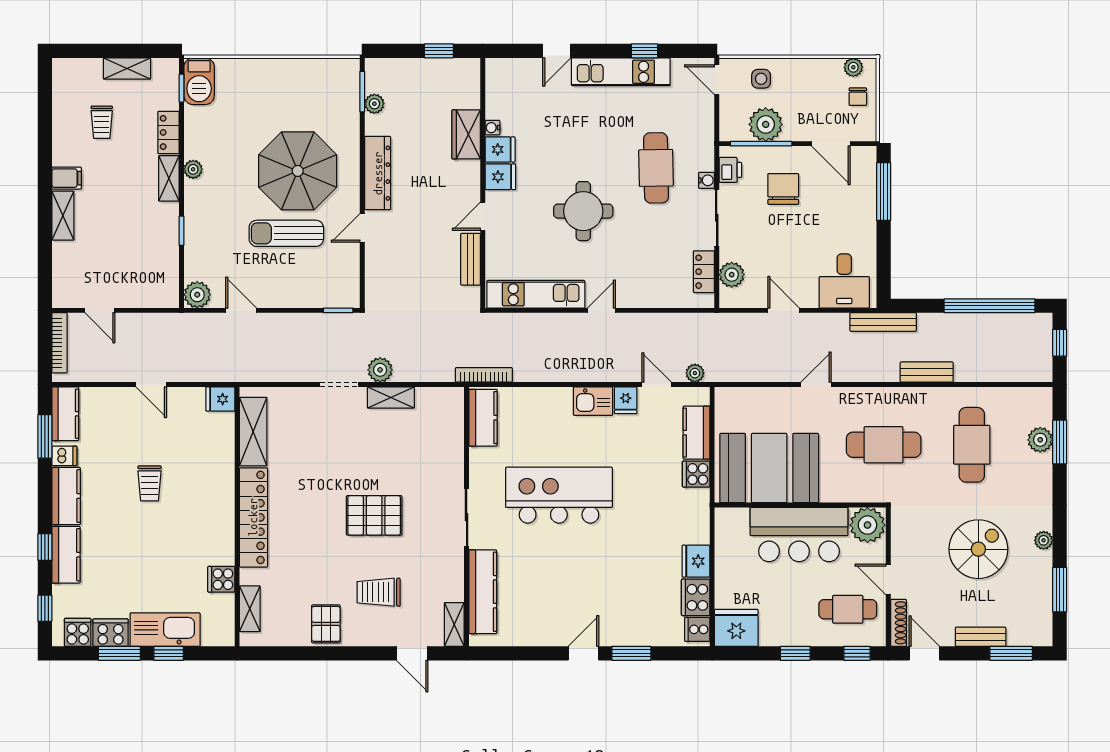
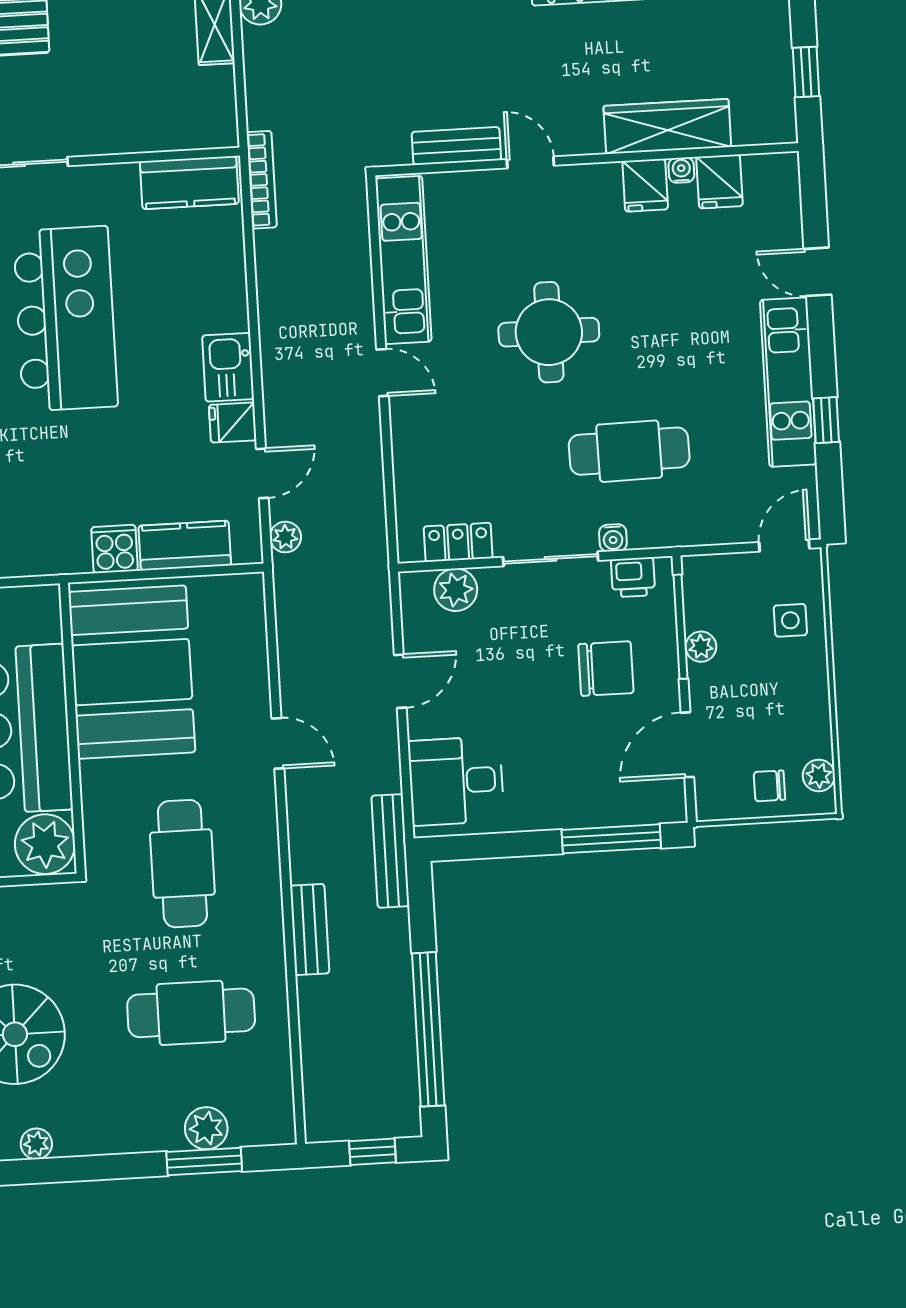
plant: (766, 124) -> (701, 647), width x0.53, depth x0.53
wardrobe: (466, 134) -> (667, 126), width x1.50
fridge: (500, 177) -> (719, 181), moved

